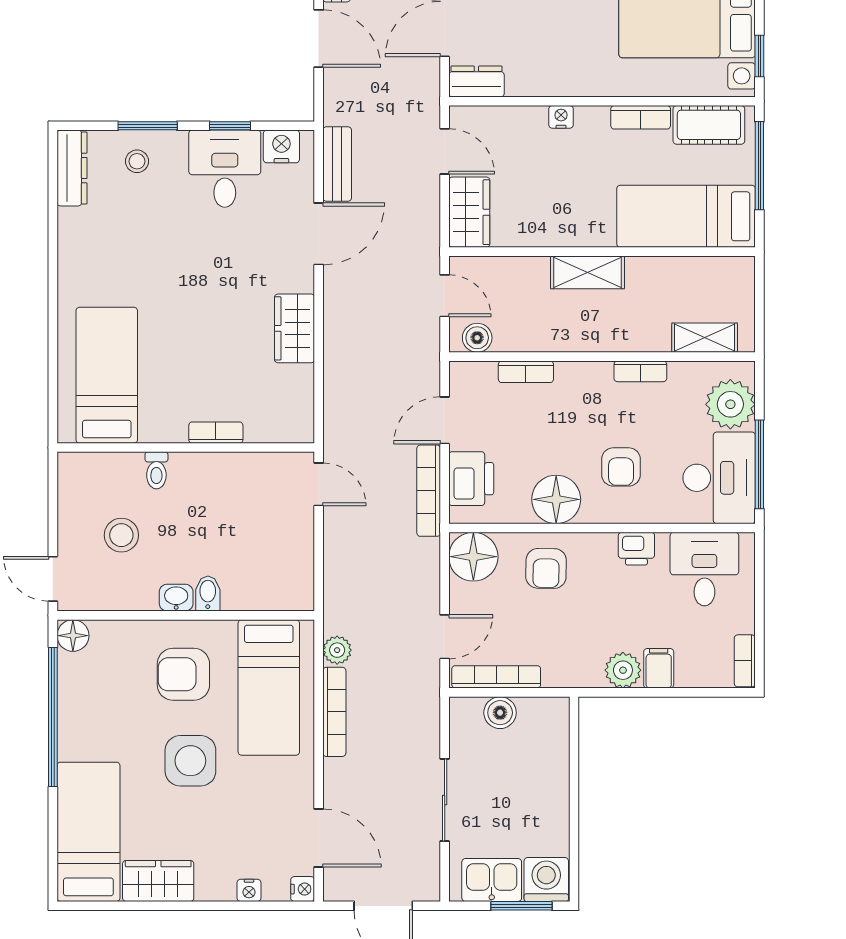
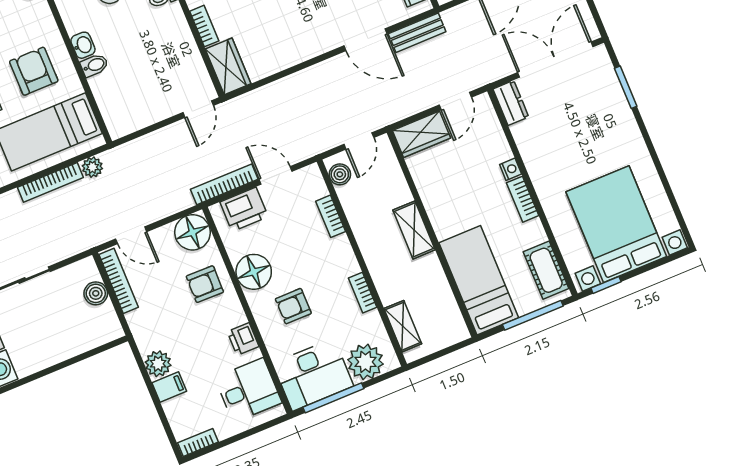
bookcase: (641, 117) -> (523, 199), moved
wardrobe: (295, 328) -> (228, 66), moved, turned 90

